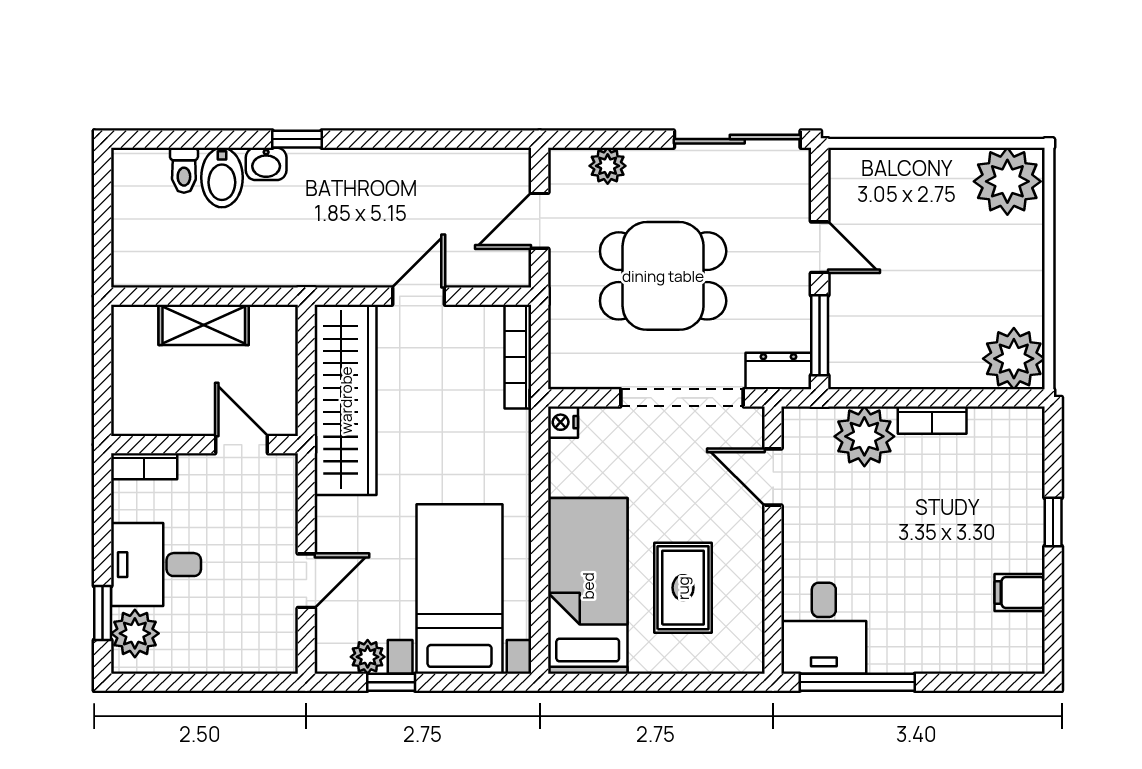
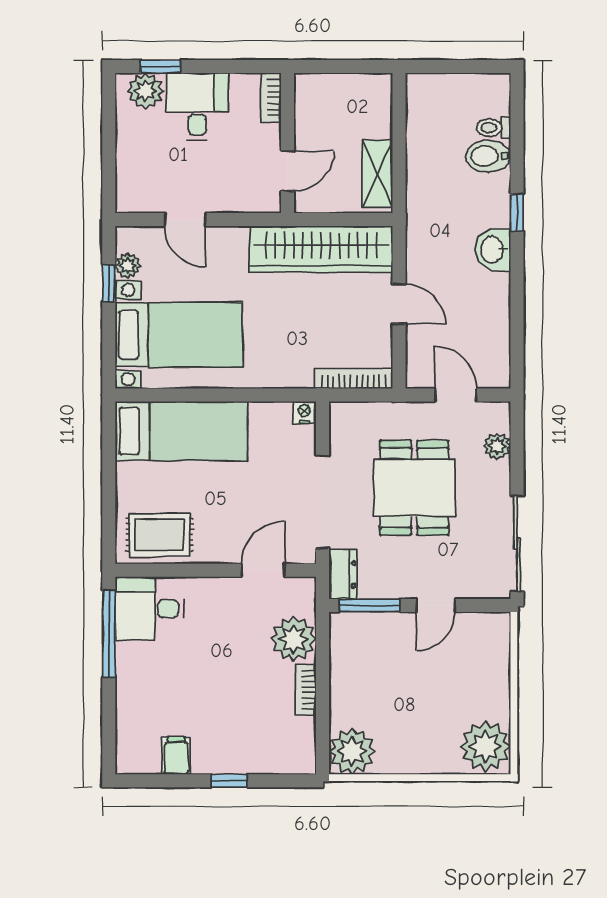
washbasin: (266, 164) -> (493, 249), moved, width x1.38, depth x1.45
shelving: (204, 325) -> (377, 174), moved
rug: (683, 588) -> (159, 535), moved

